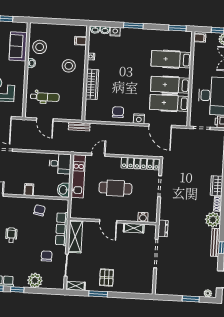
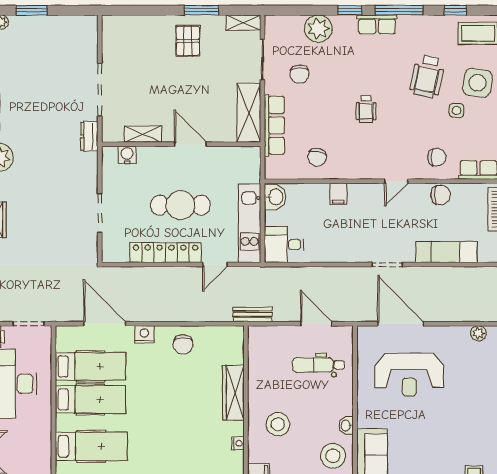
locker: (140, 164) -> (166, 253), moved

